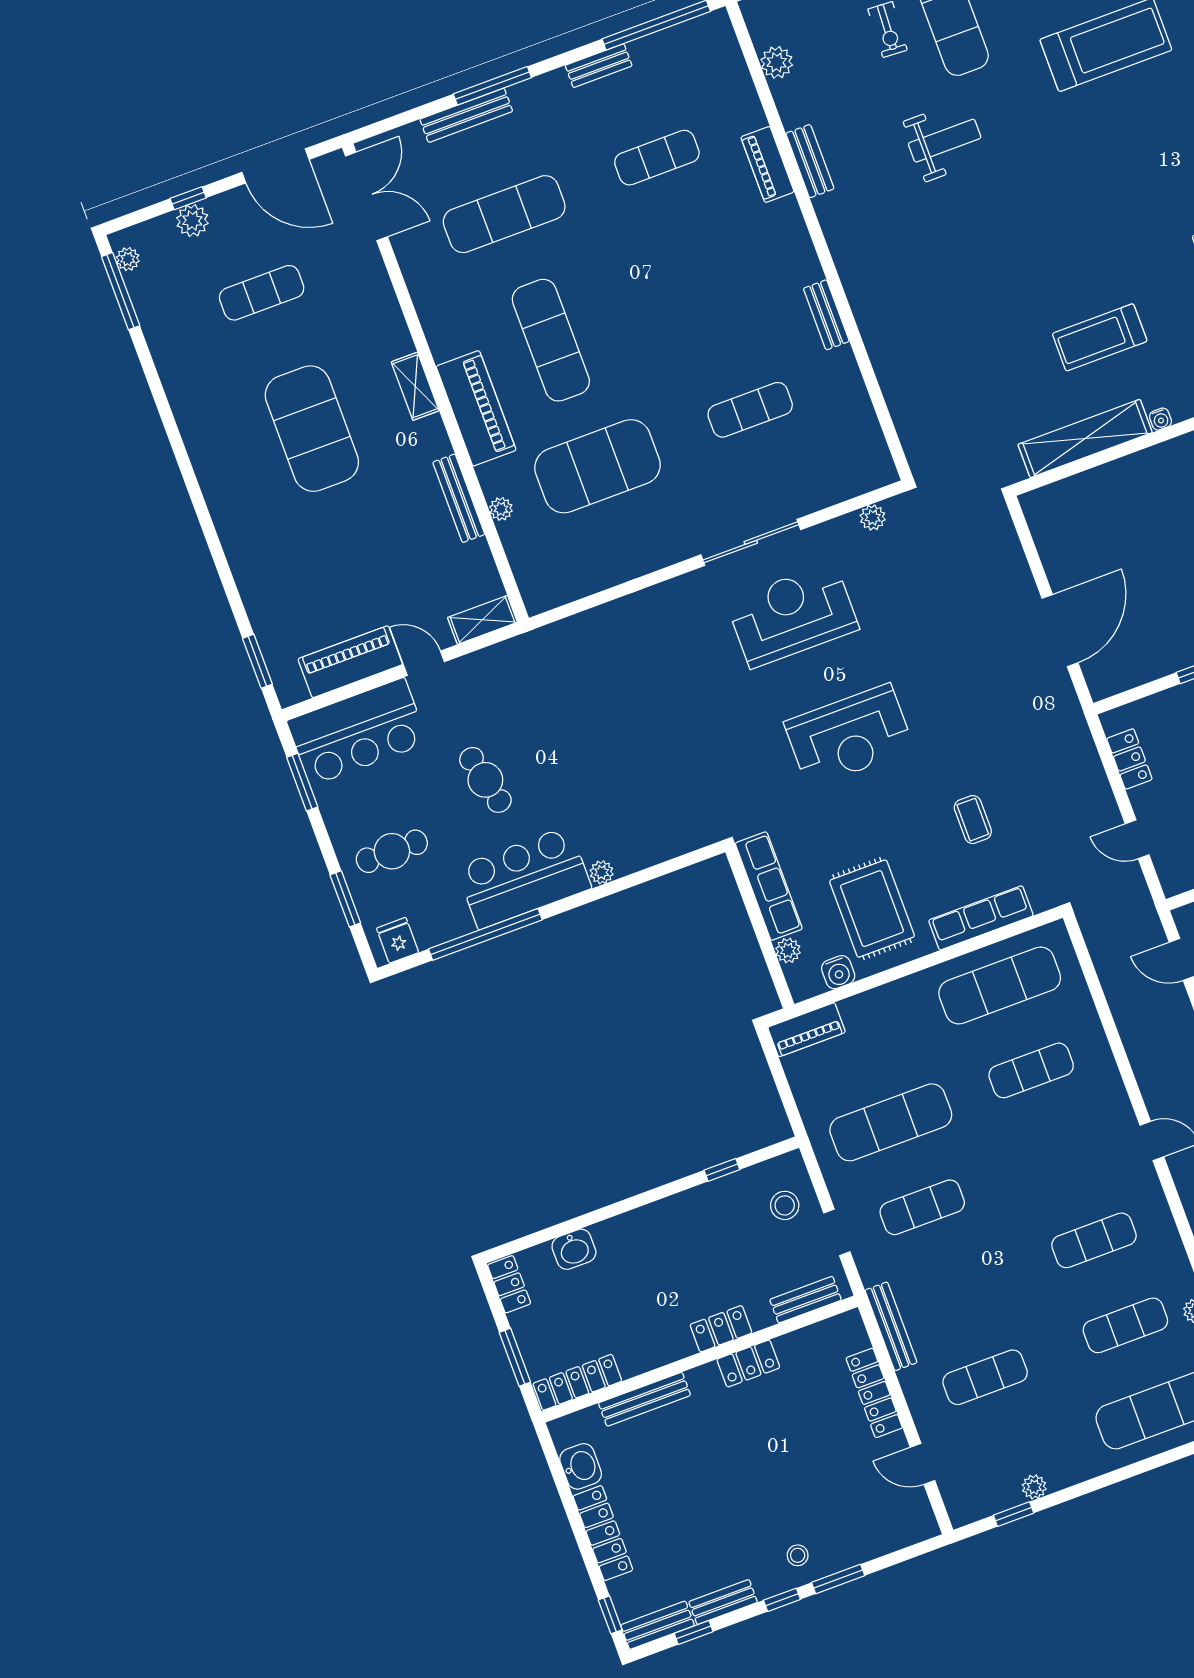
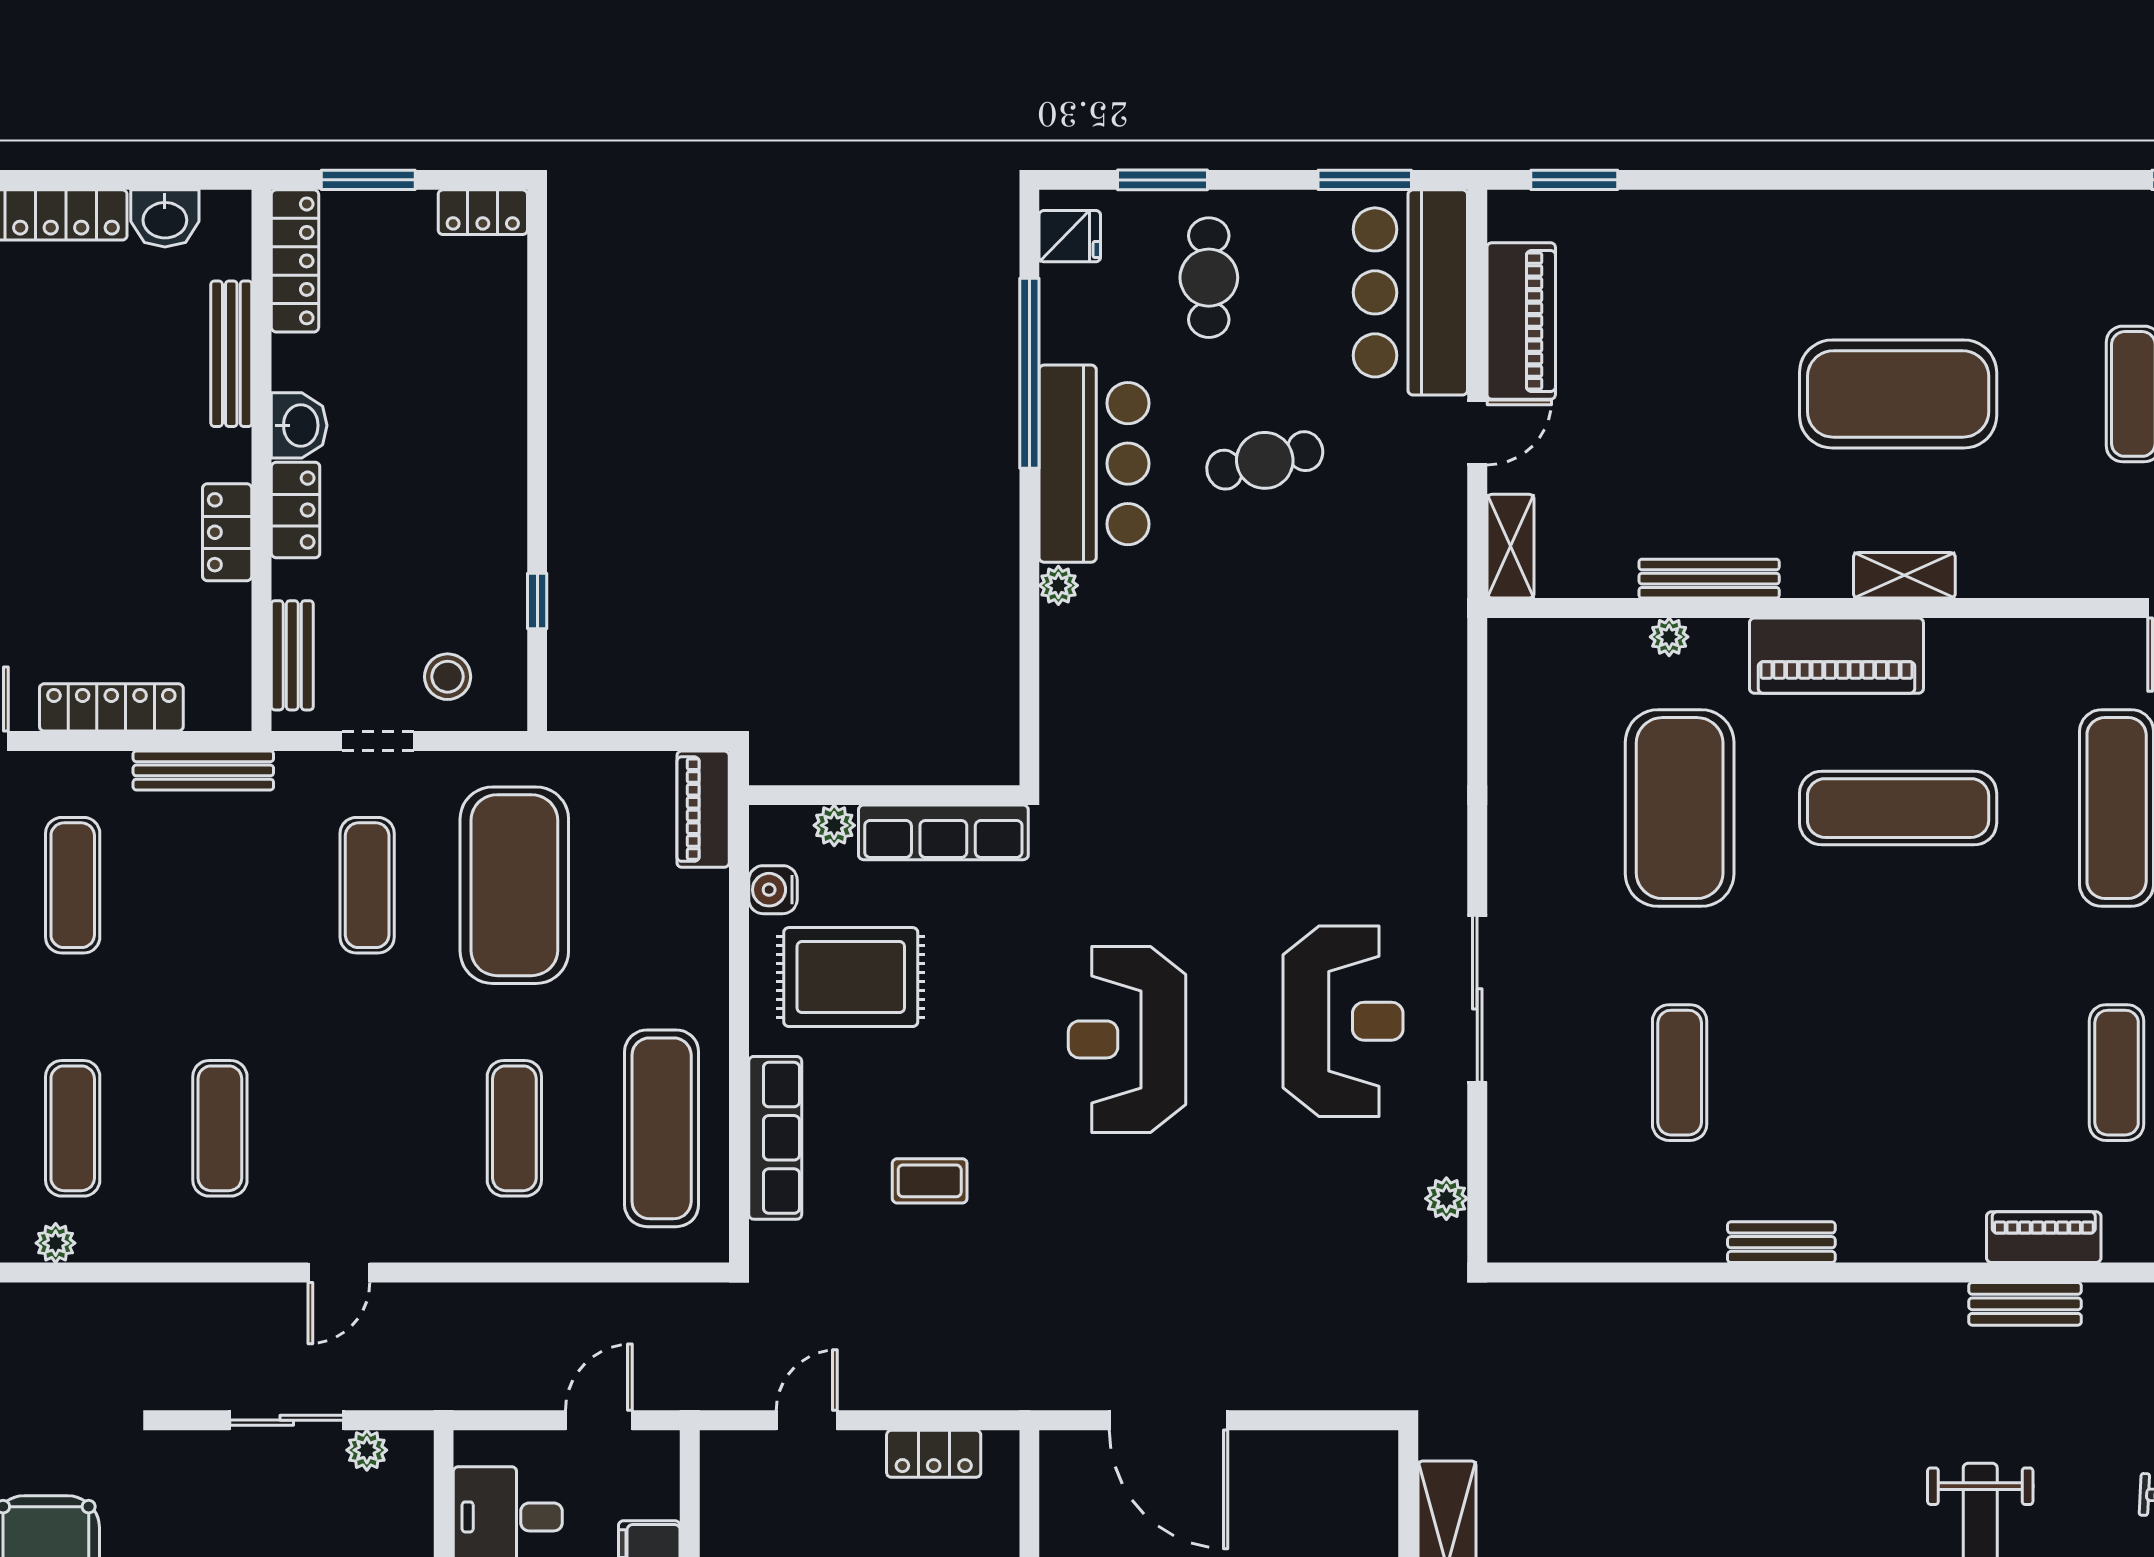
exercise mat: (891, 1122) -> (514, 885), width x1.47
washbasin: (574, 1249) -> (299, 425), moved, turned 180

